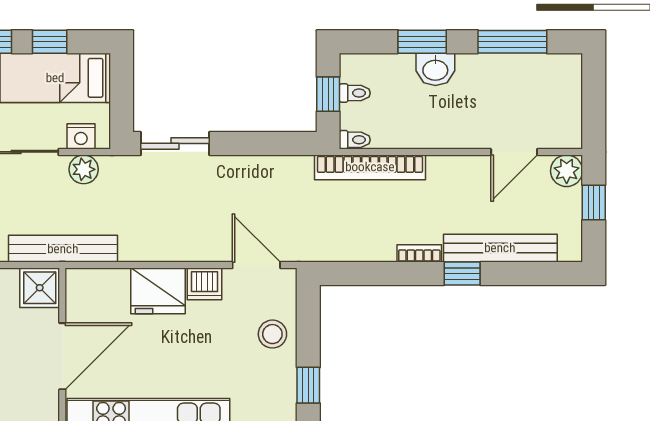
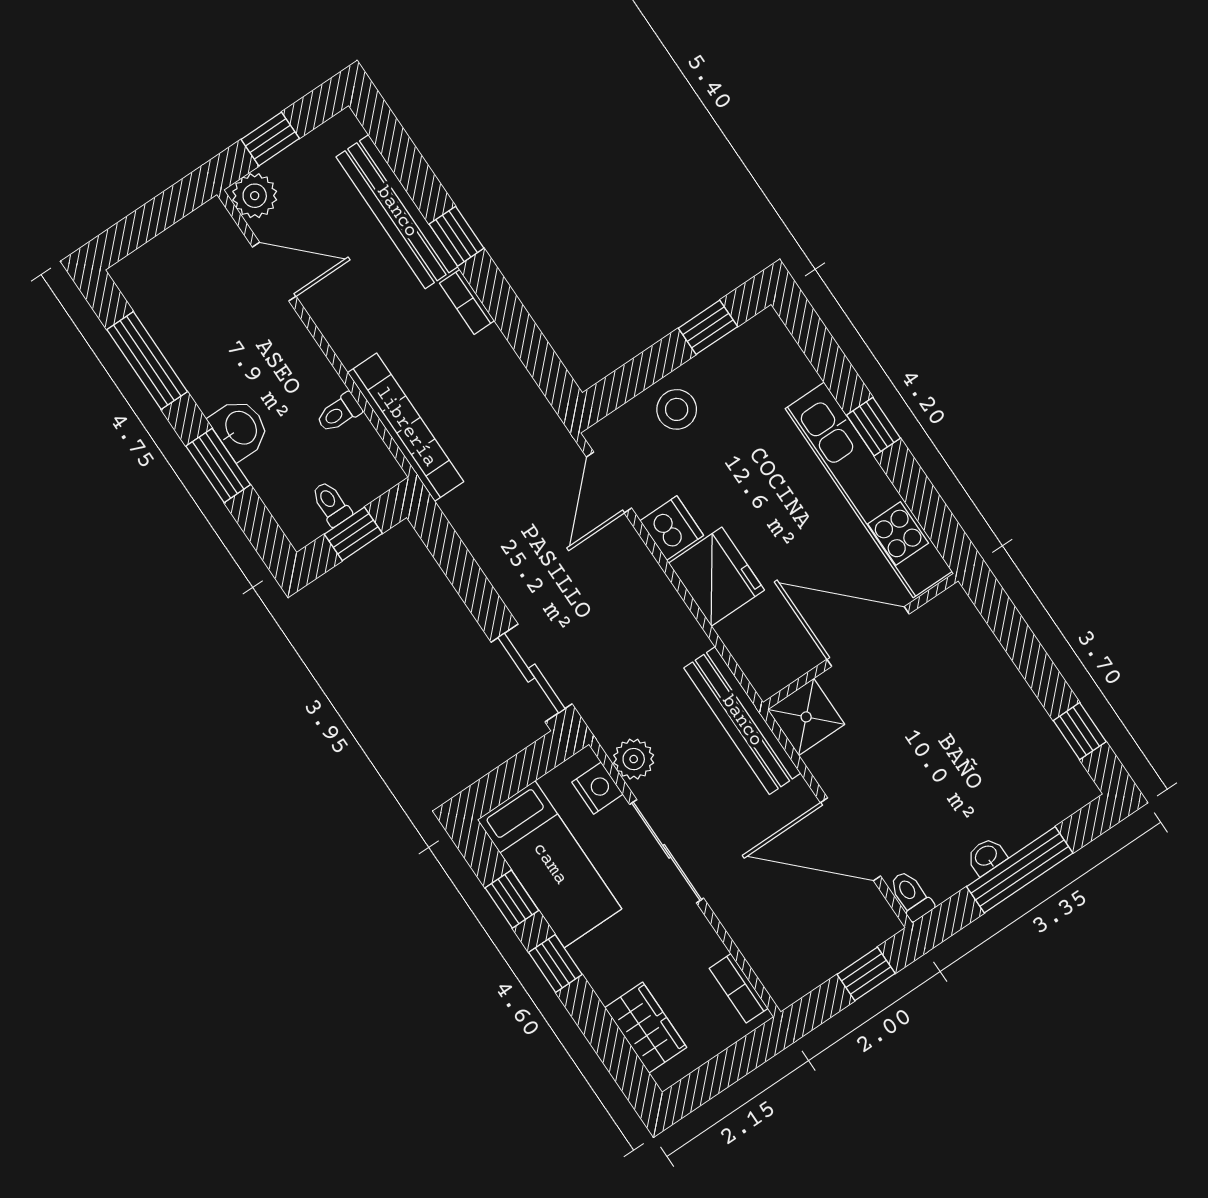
toilet: (355, 140) -> (339, 413), moved, turned -90

